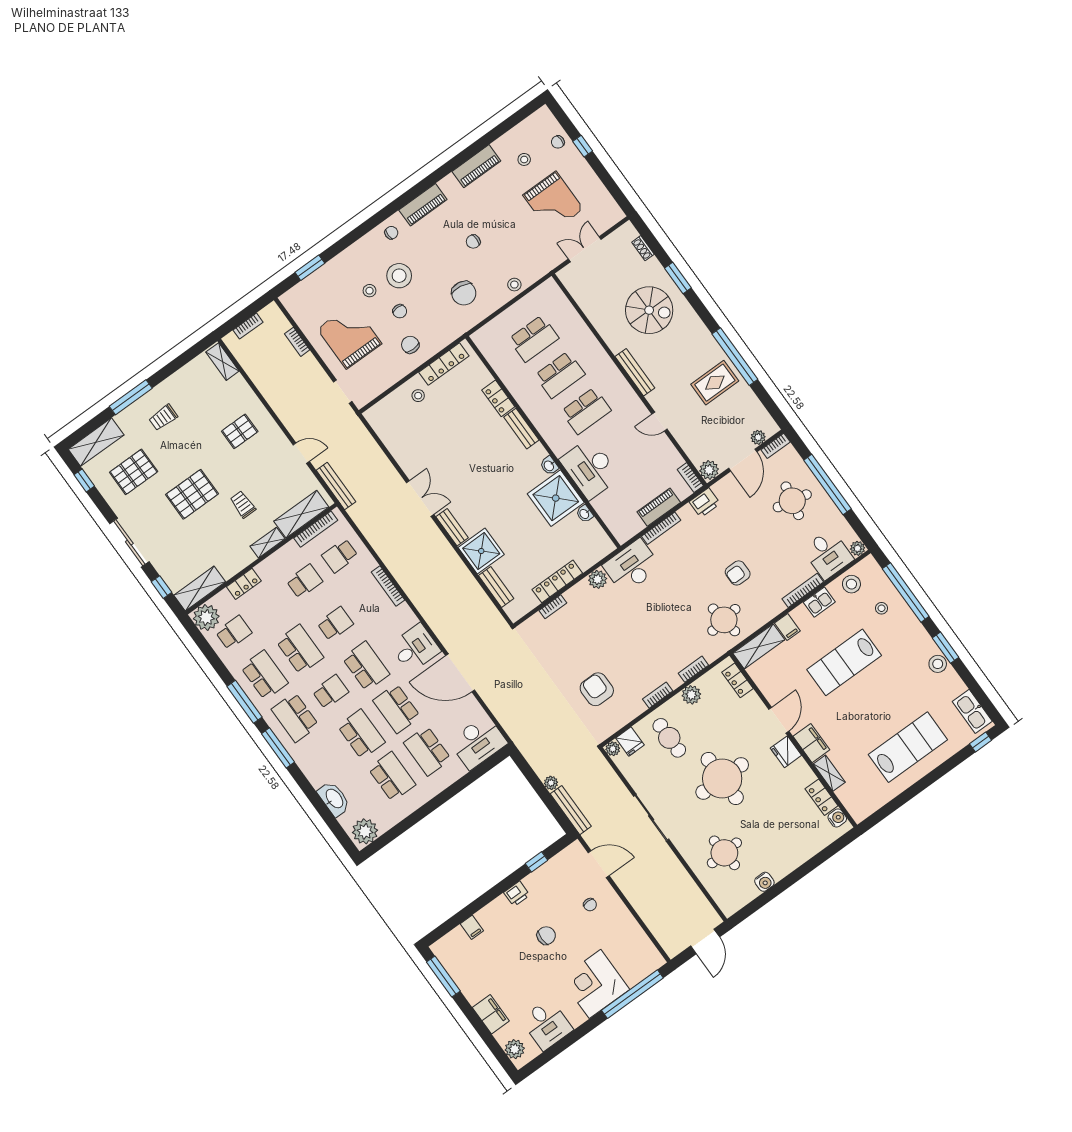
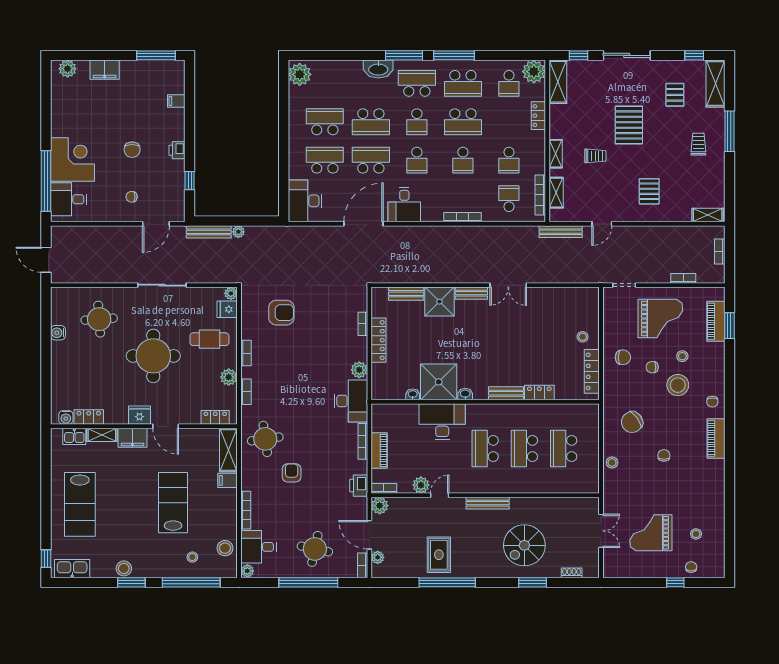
piano: (476, 166) -> (716, 321), moved
chair: (464, 293) -> (632, 422), turned -45
plant: (663, 446) -> (421, 485), added
pallet: (134, 472) -> (675, 95), width x0.67, depth x0.71
shelving: (301, 514) -> (556, 193), width x0.67, depth x0.75
kitchen sink: (819, 602) -> (74, 436), moved, turned -90
school desk: (366, 666) -> (417, 160), width x0.54
school desk: (392, 777) -> (325, 122), turned 180
washbasin: (334, 799) -> (378, 69), moved
desk: (547, 1024) -> (69, 199), moved

